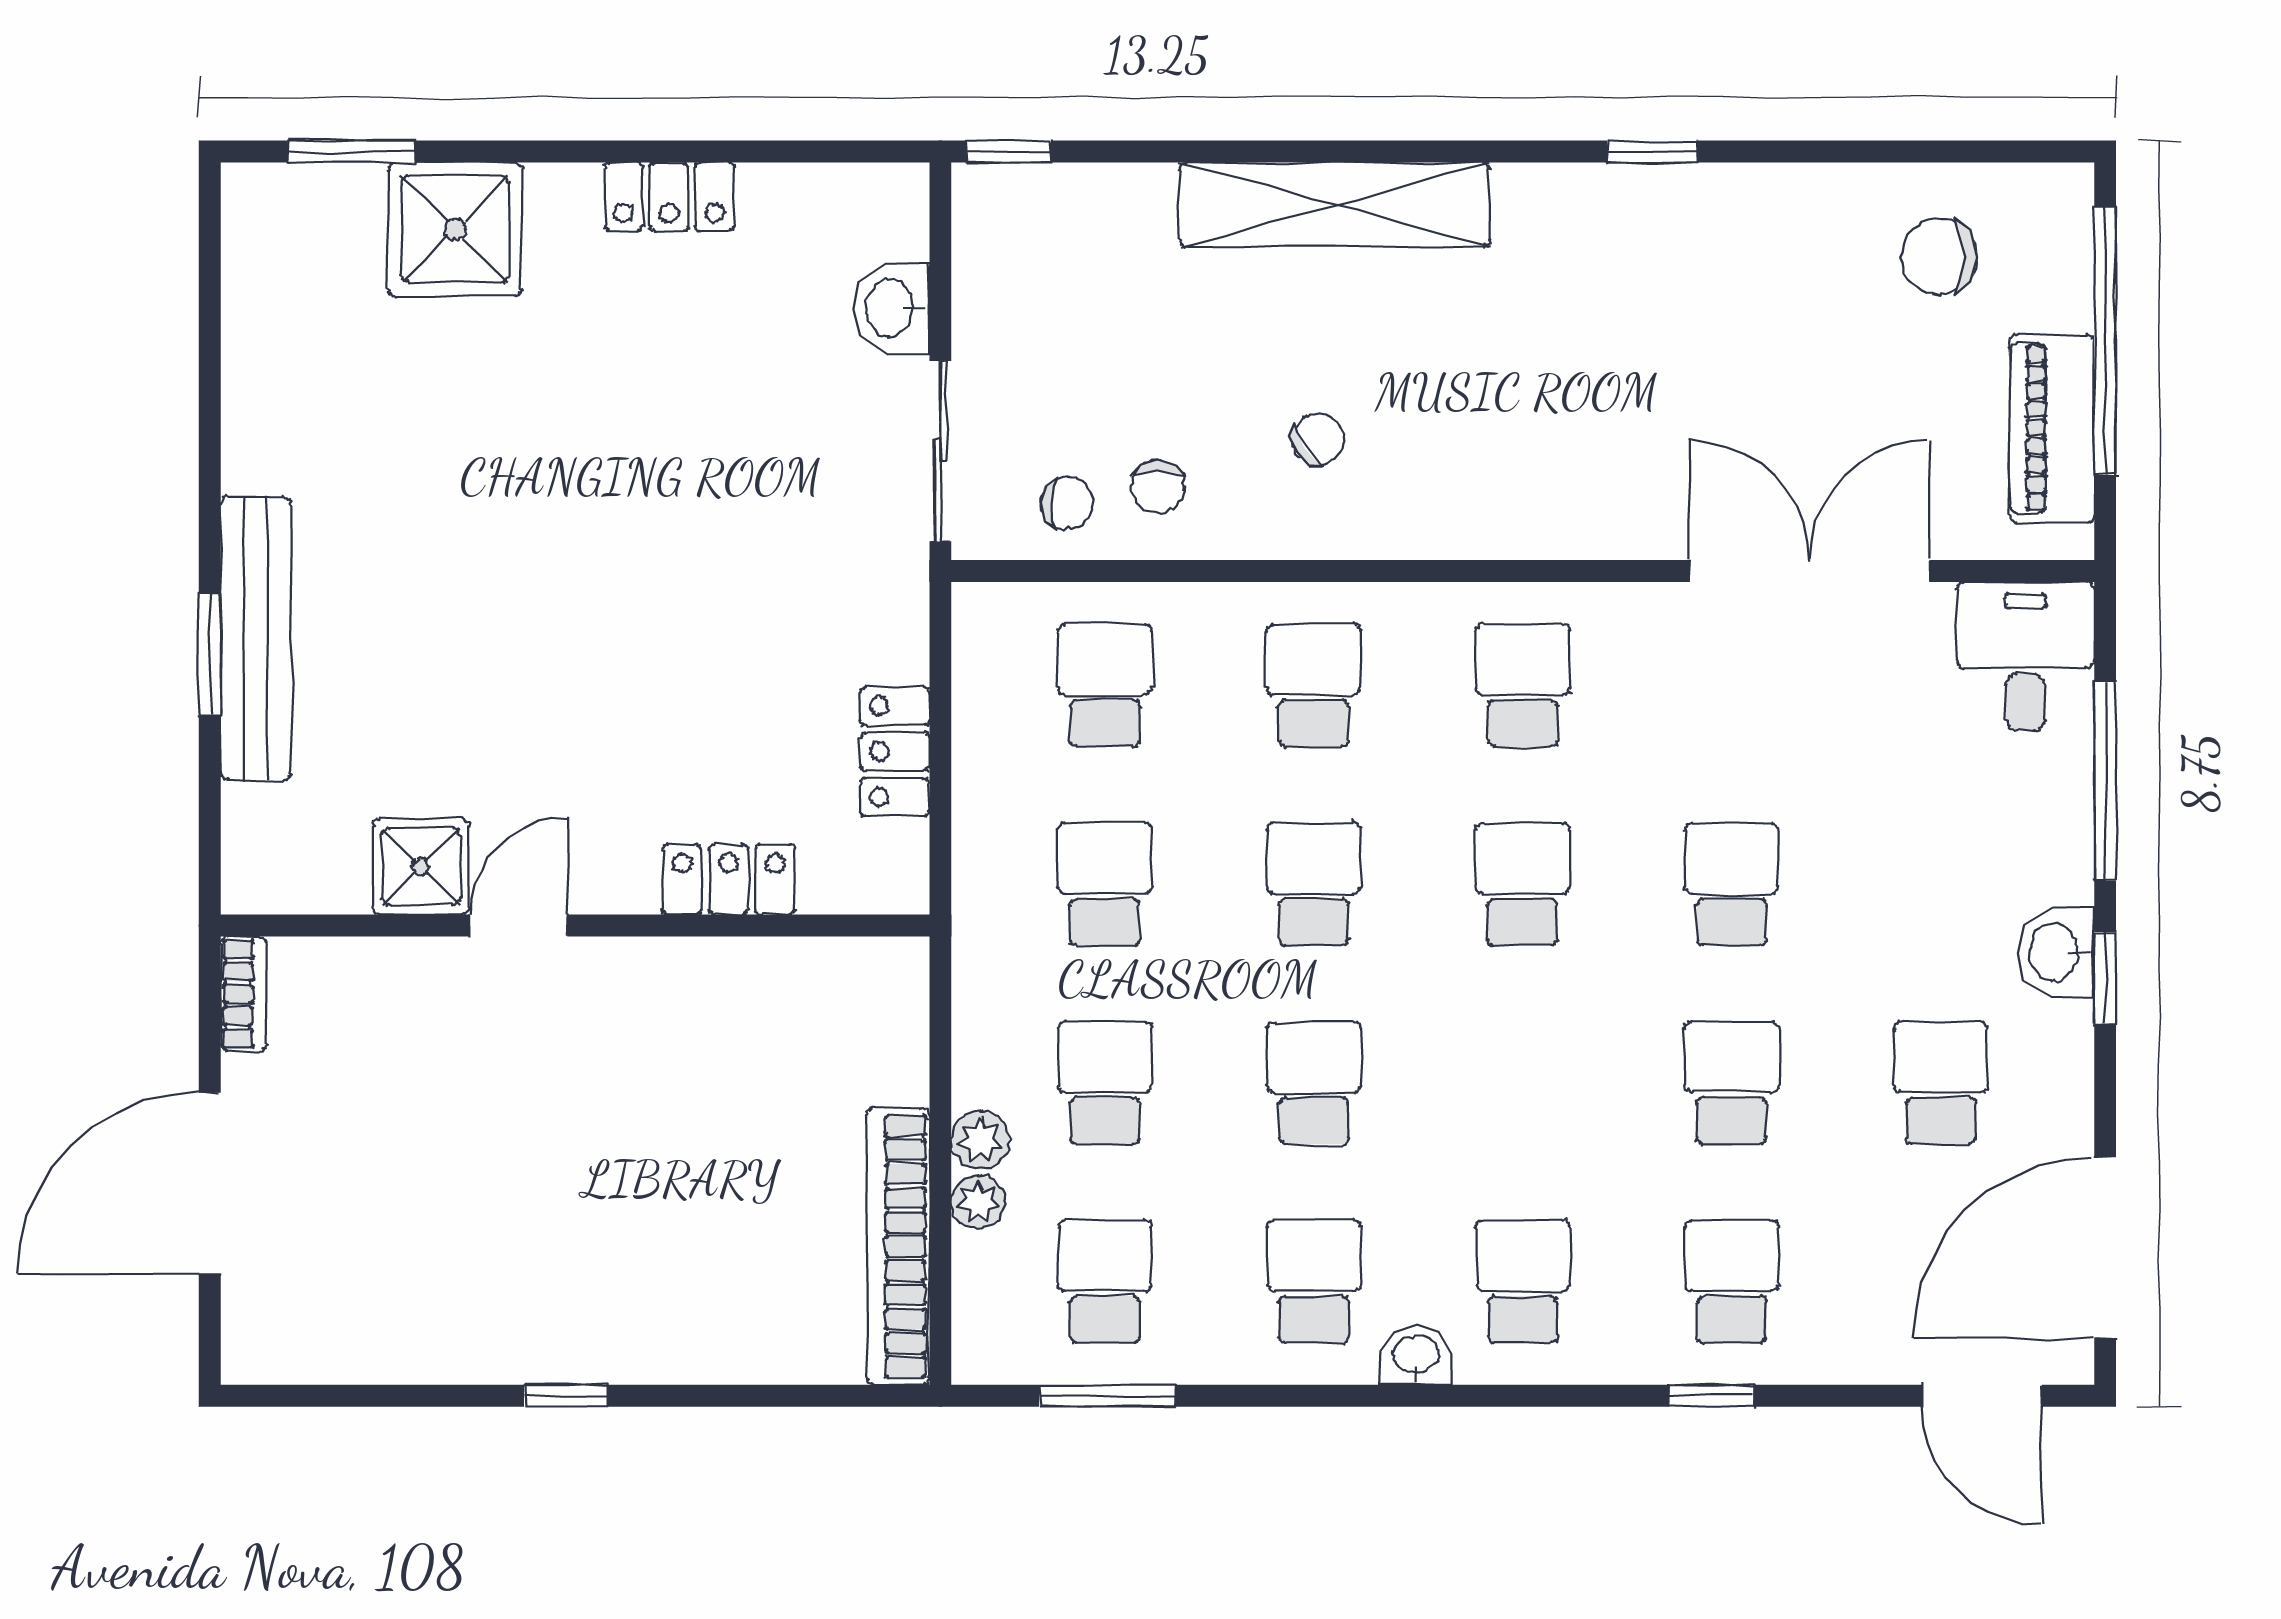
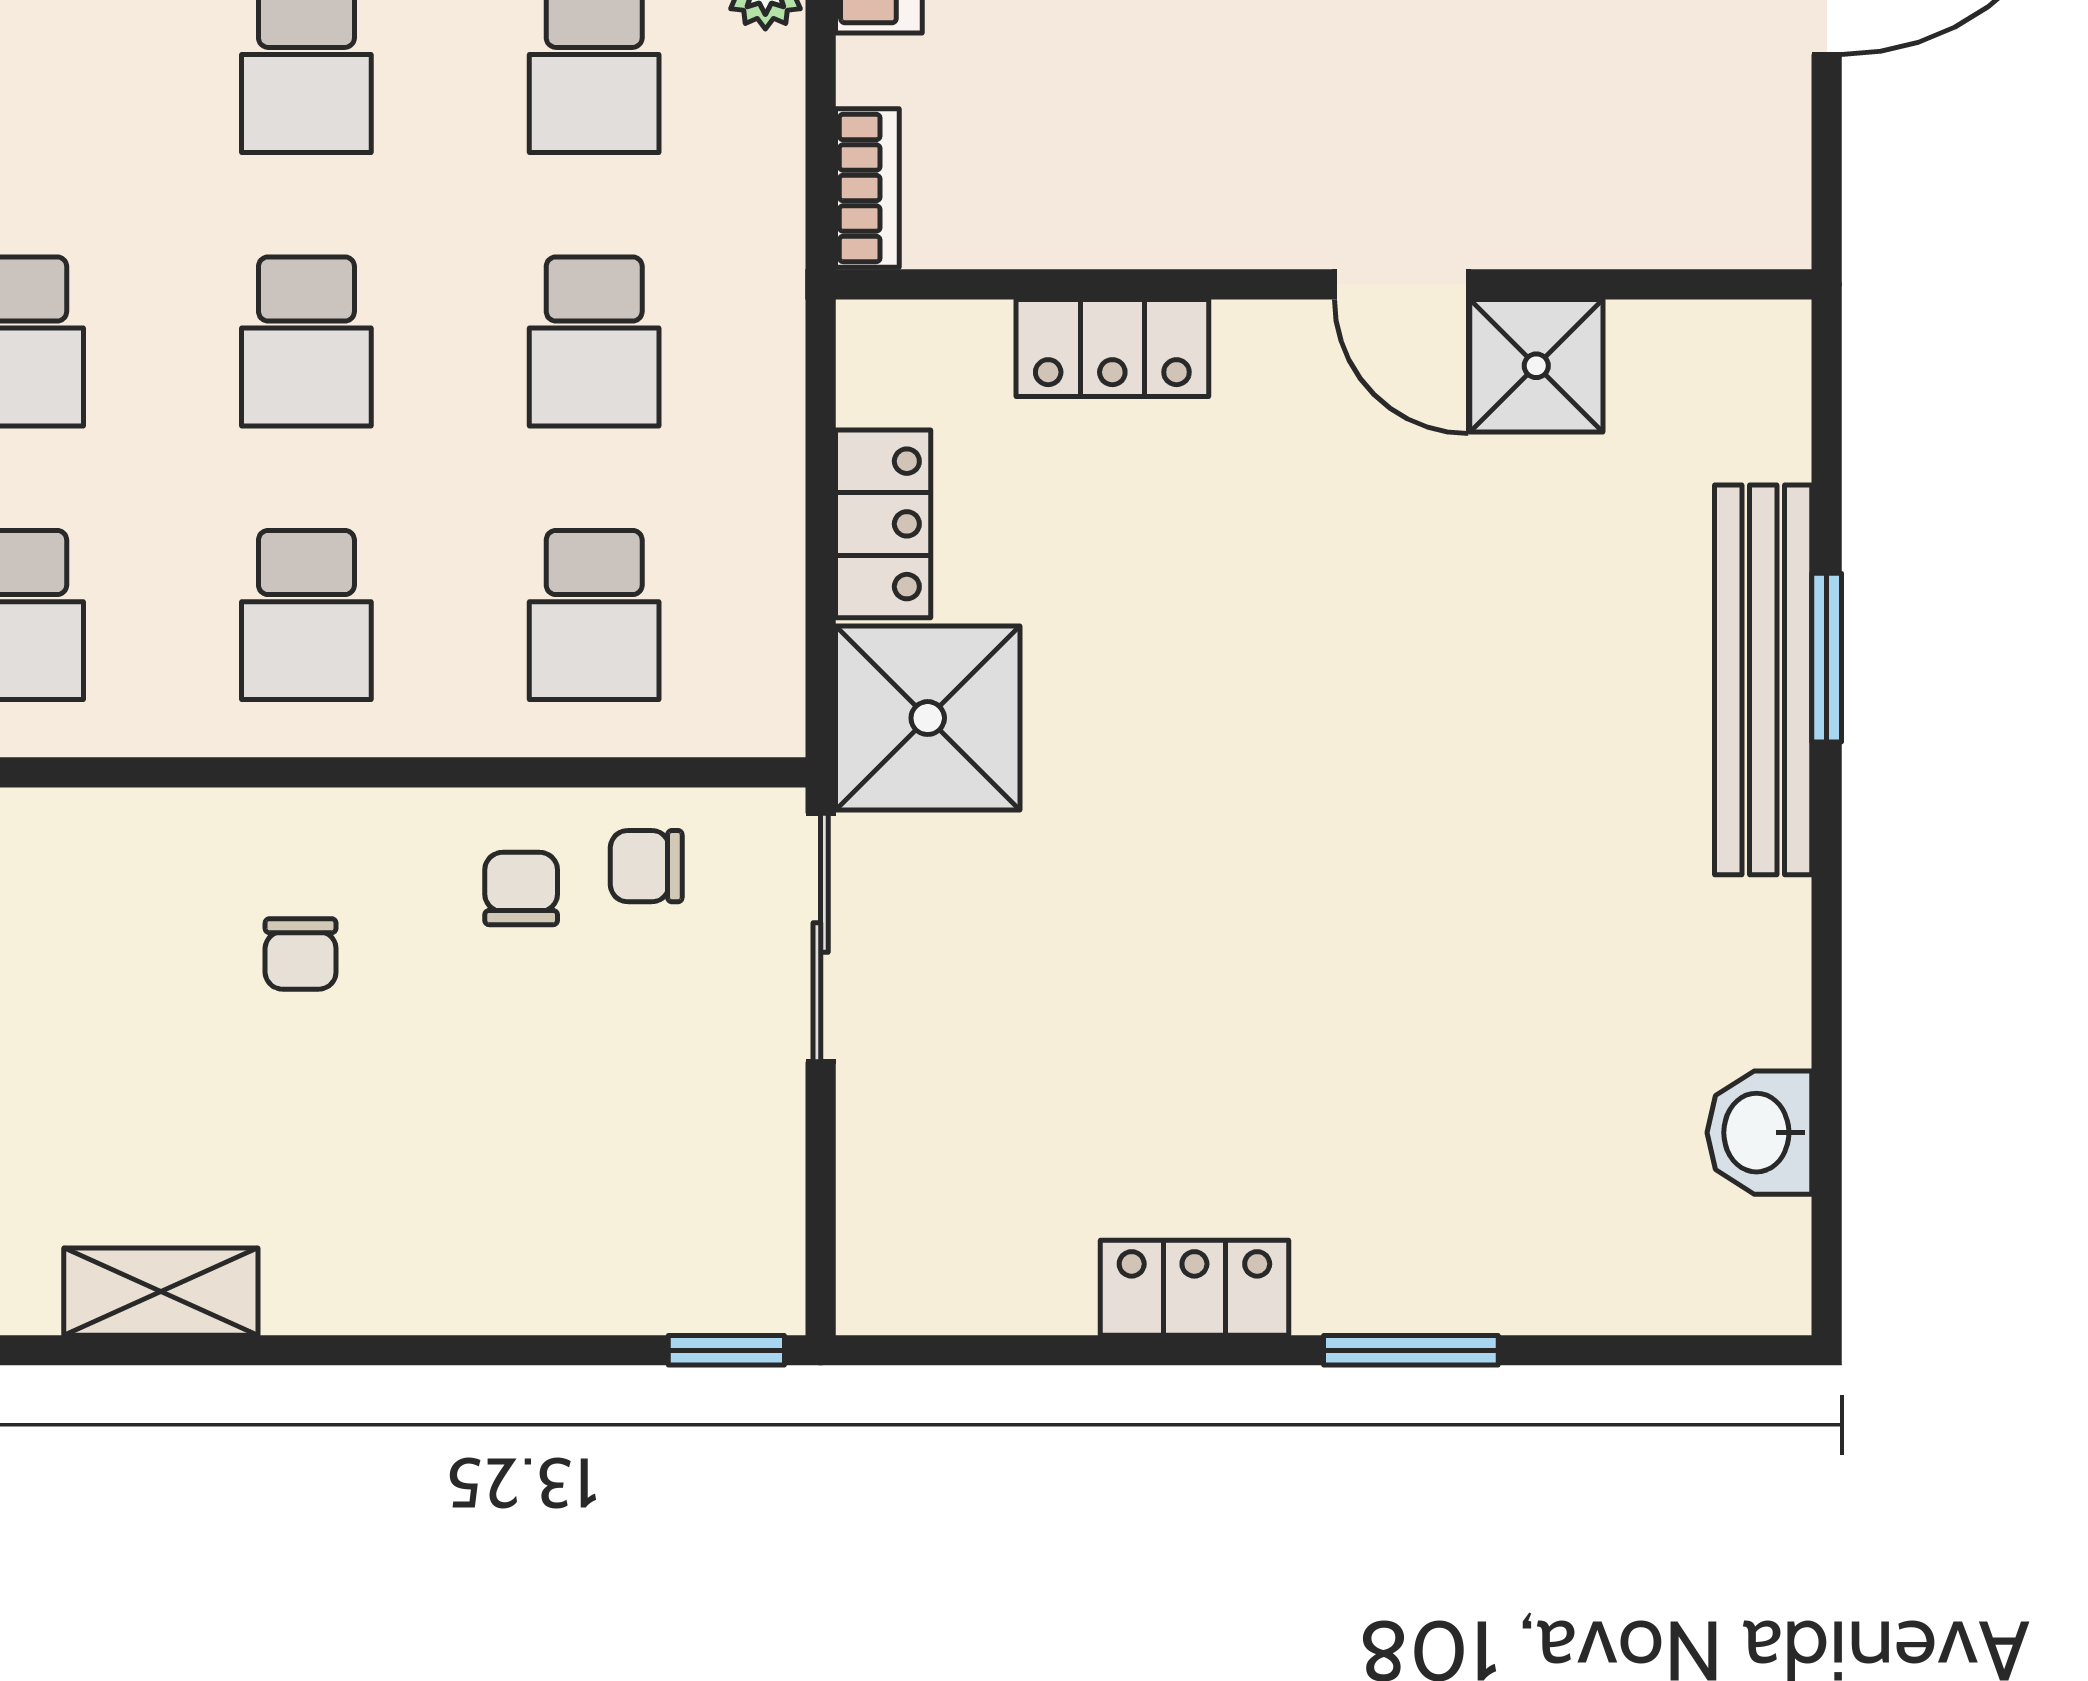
window: (351, 151) -> (1411, 1350), moved
shelving: (1335, 205) -> (161, 1292), width x0.45, depth x0.75
shower: (455, 229) -> (928, 718), moved
washbasin: (892, 308) -> (1759, 1133), moved, turned 180
chair: (1318, 439) -> (301, 954), turned -57
door: (519, 926) -> (1401, 284), hinge flipped
bookcase: (244, 994) -> (867, 188), moved, turned 180

